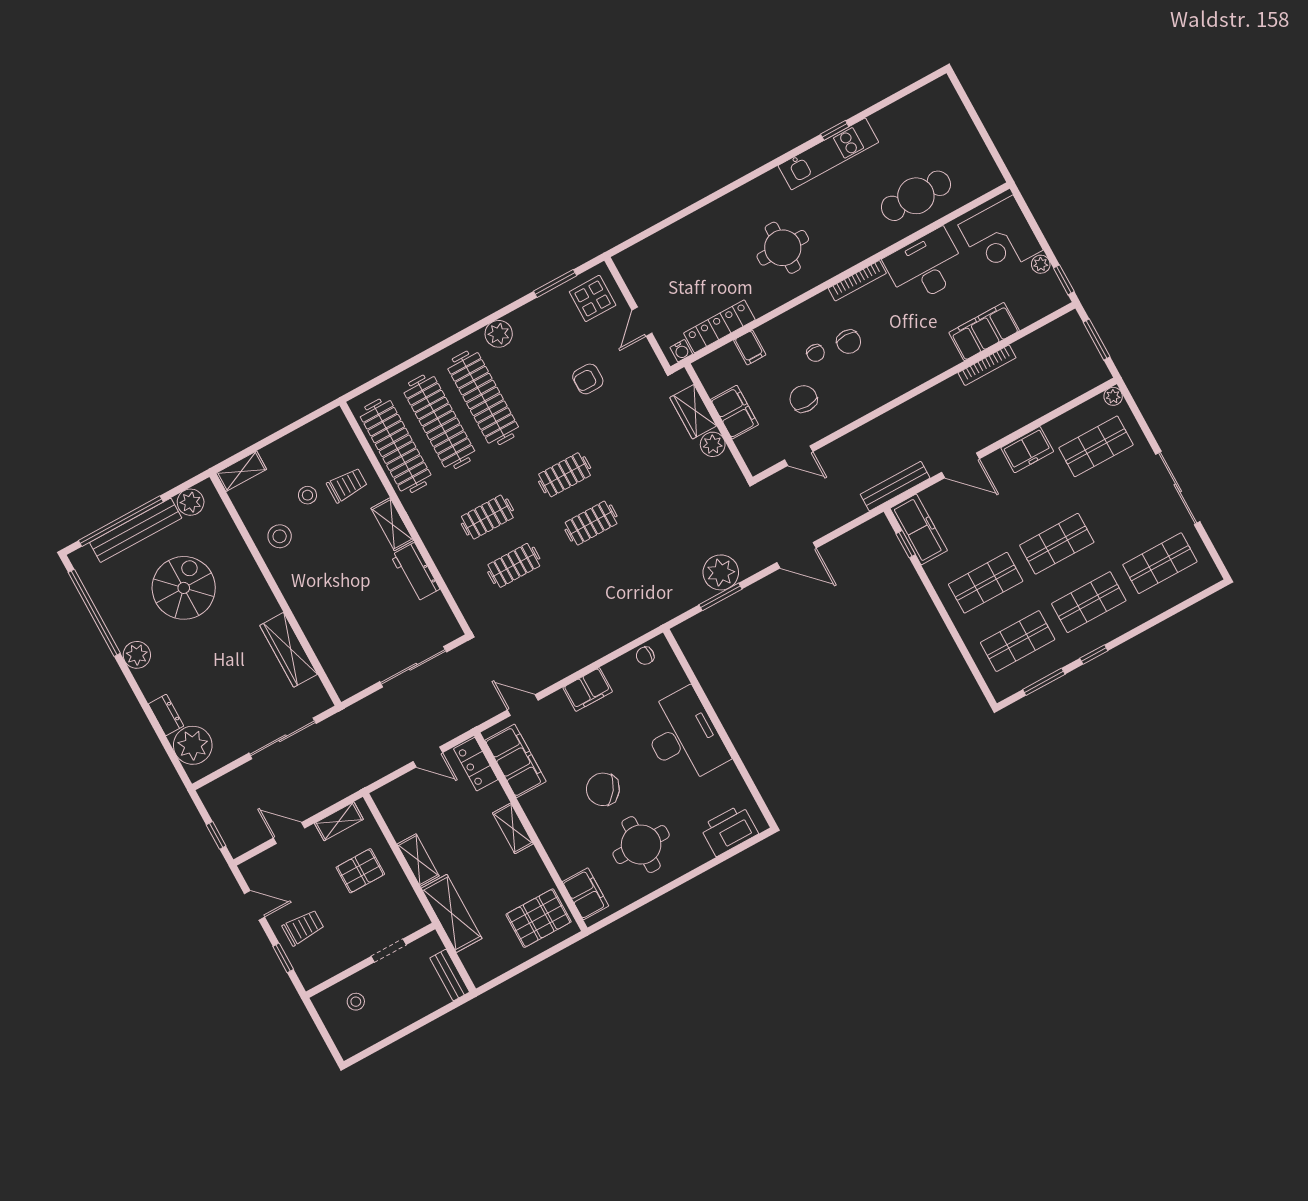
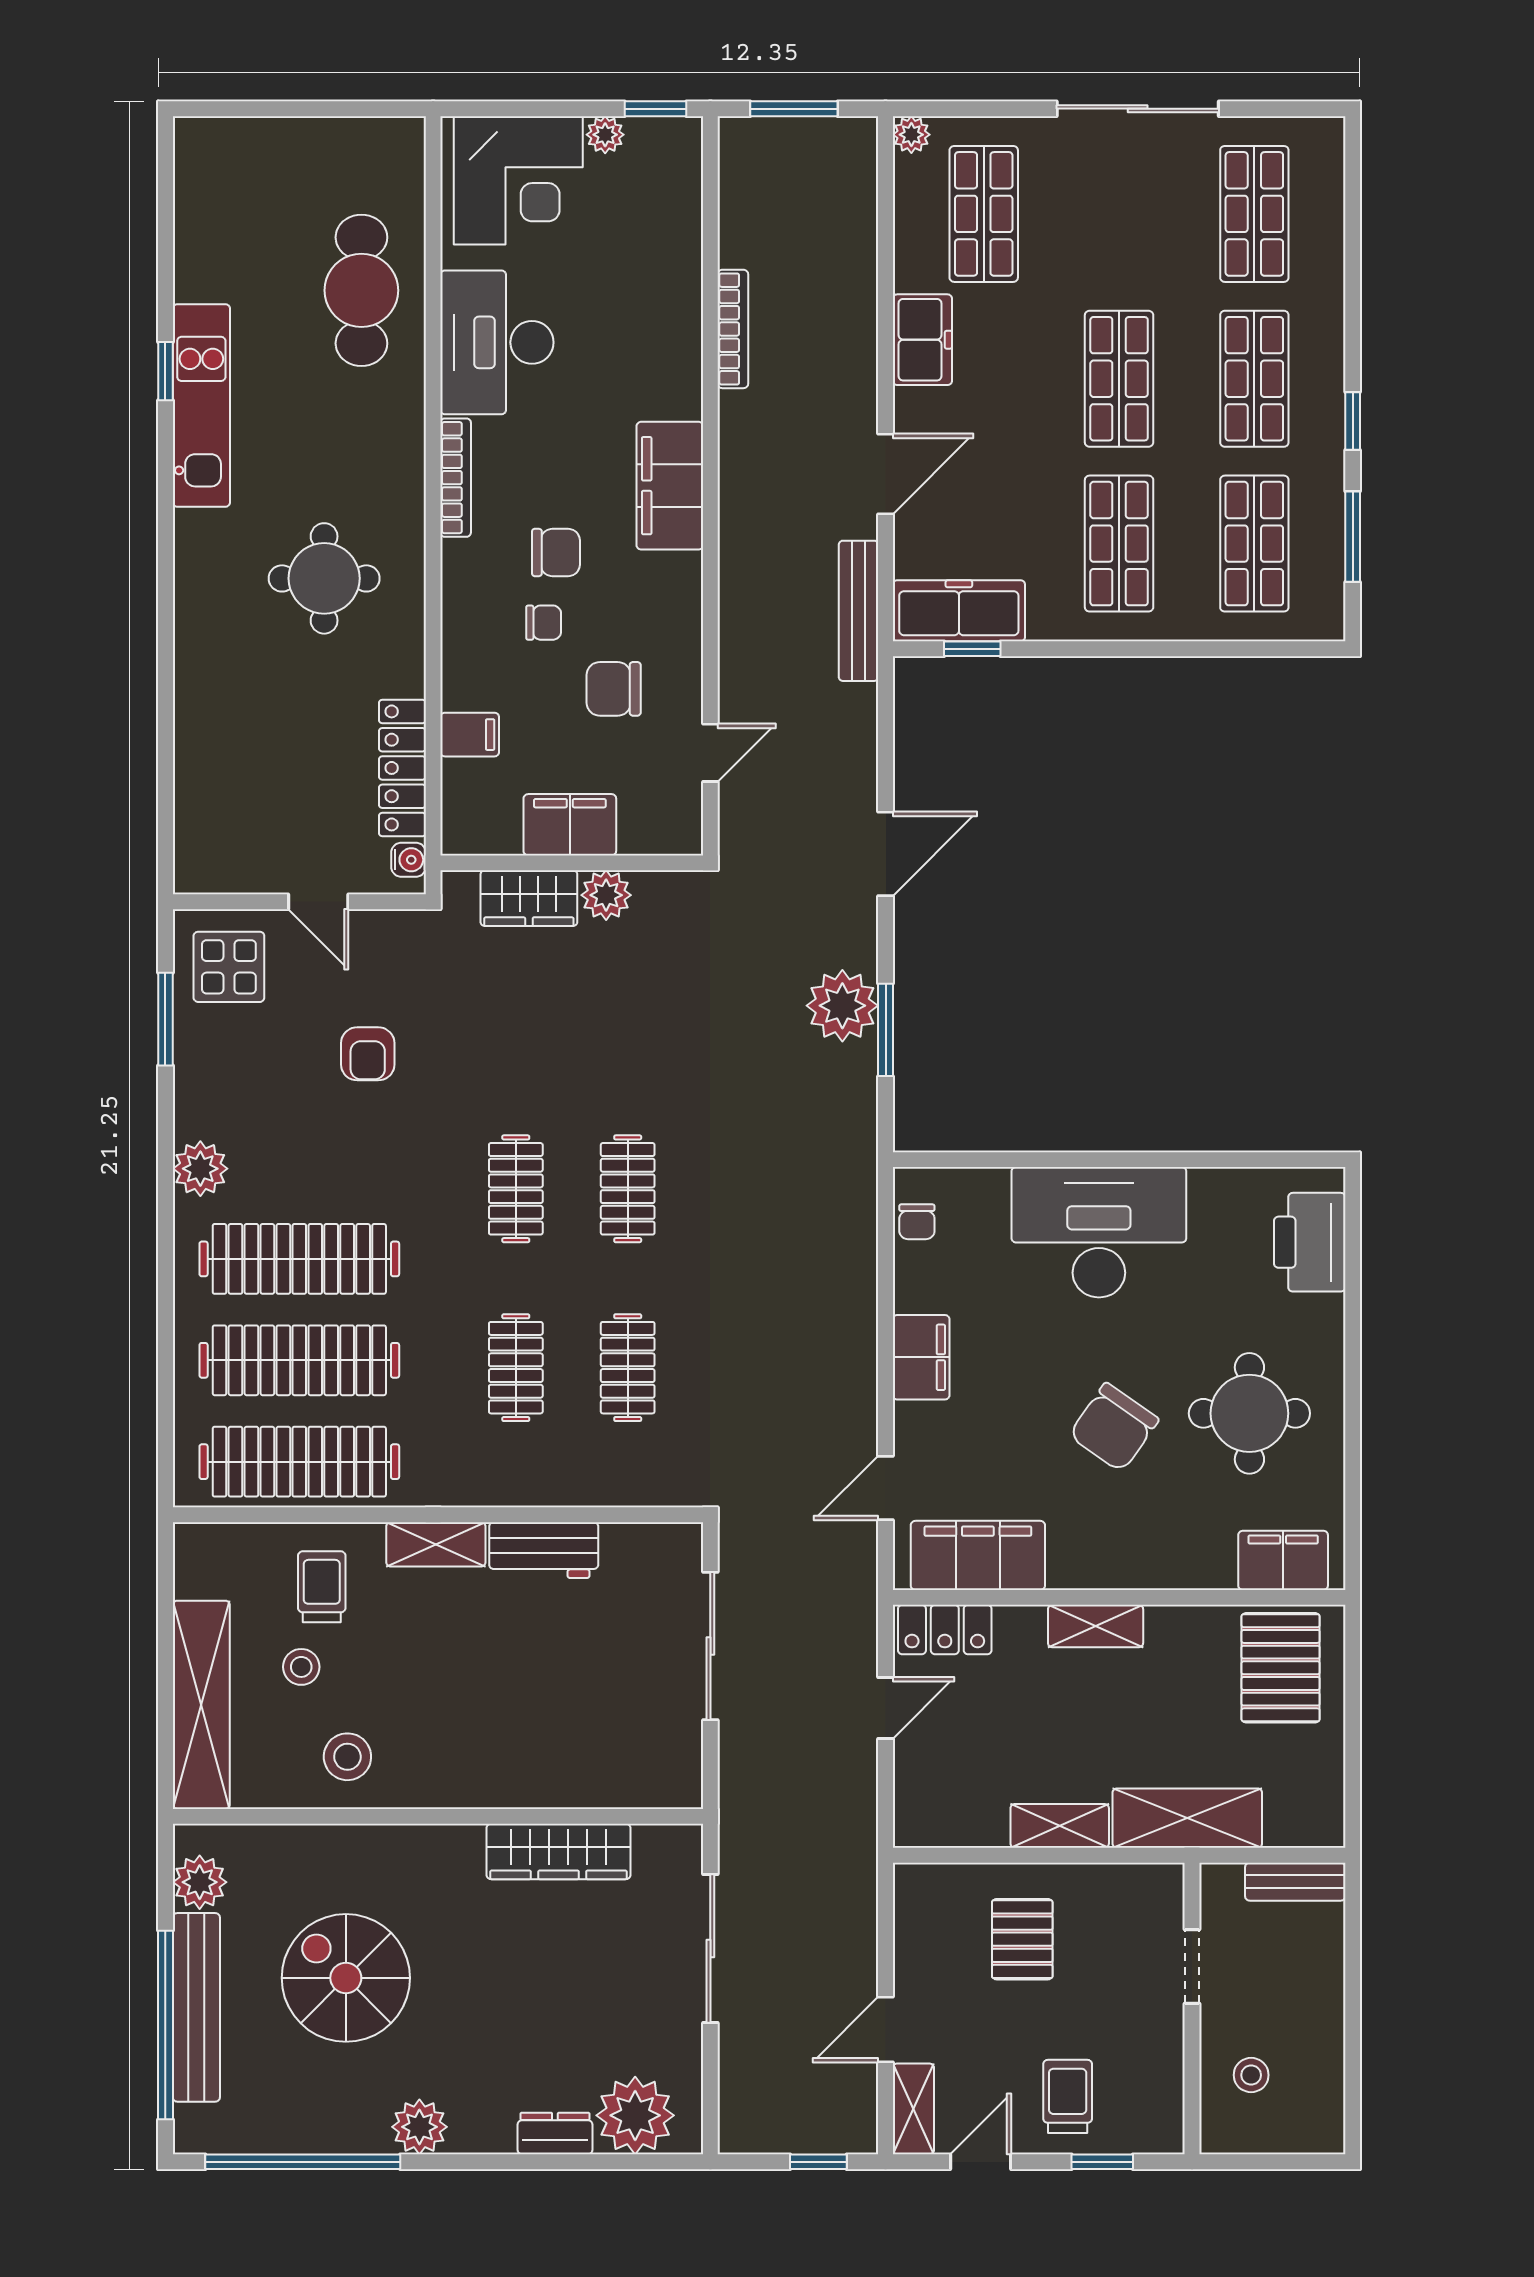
filing cabinet: (984, 332) -> (670, 486), moved
shelving: (241, 471) -> (201, 1705), width x2.20, depth x1.33
shelving: (339, 821) -> (913, 2109), moved

